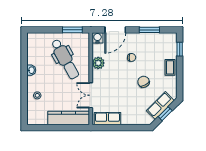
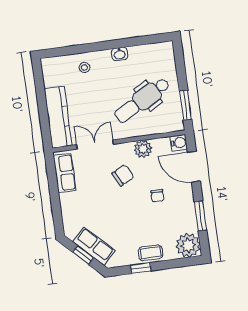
plant: (168, 41) -> (188, 245), added
window: (180, 49) -> (141, 268), moved
chair: (144, 82) -> (123, 175), moved

